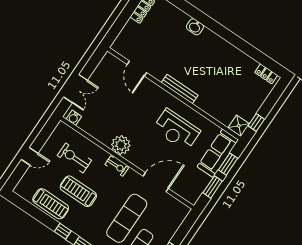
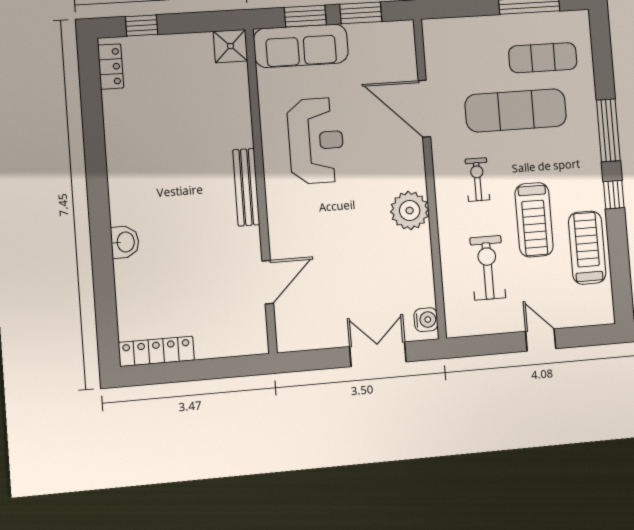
window: (256, 122) -> (142, 26), moved
exercise bike: (74, 158) -> (488, 268), turned 180
exercise bike: (117, 166) -> (477, 179), moved

